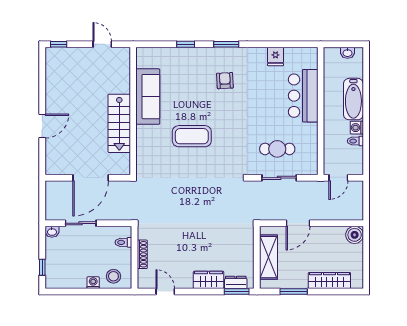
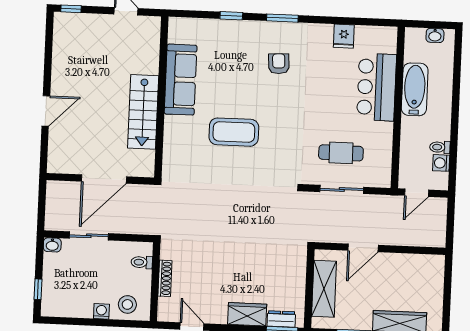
bathtub: (353, 99) -> (415, 89), moved, turned 180
washing machine: (357, 128) -> (441, 163), moved
boiler: (355, 235) -> (434, 265), removed

